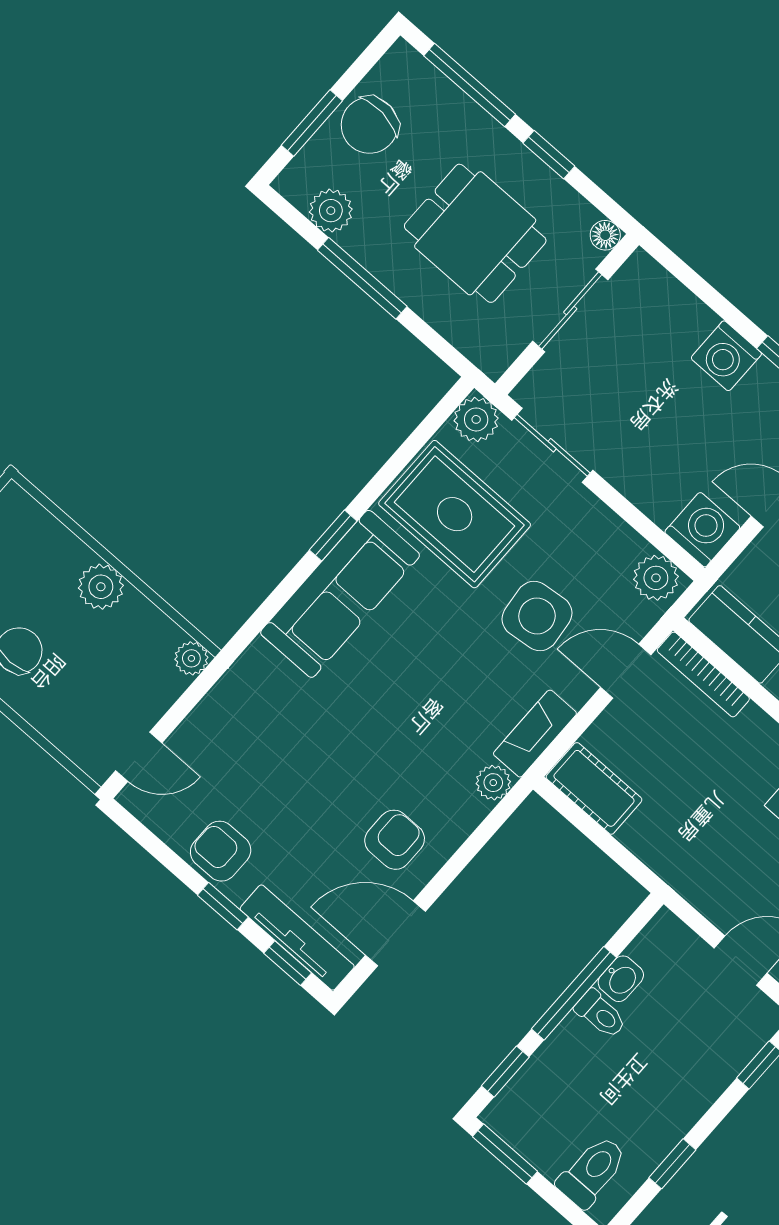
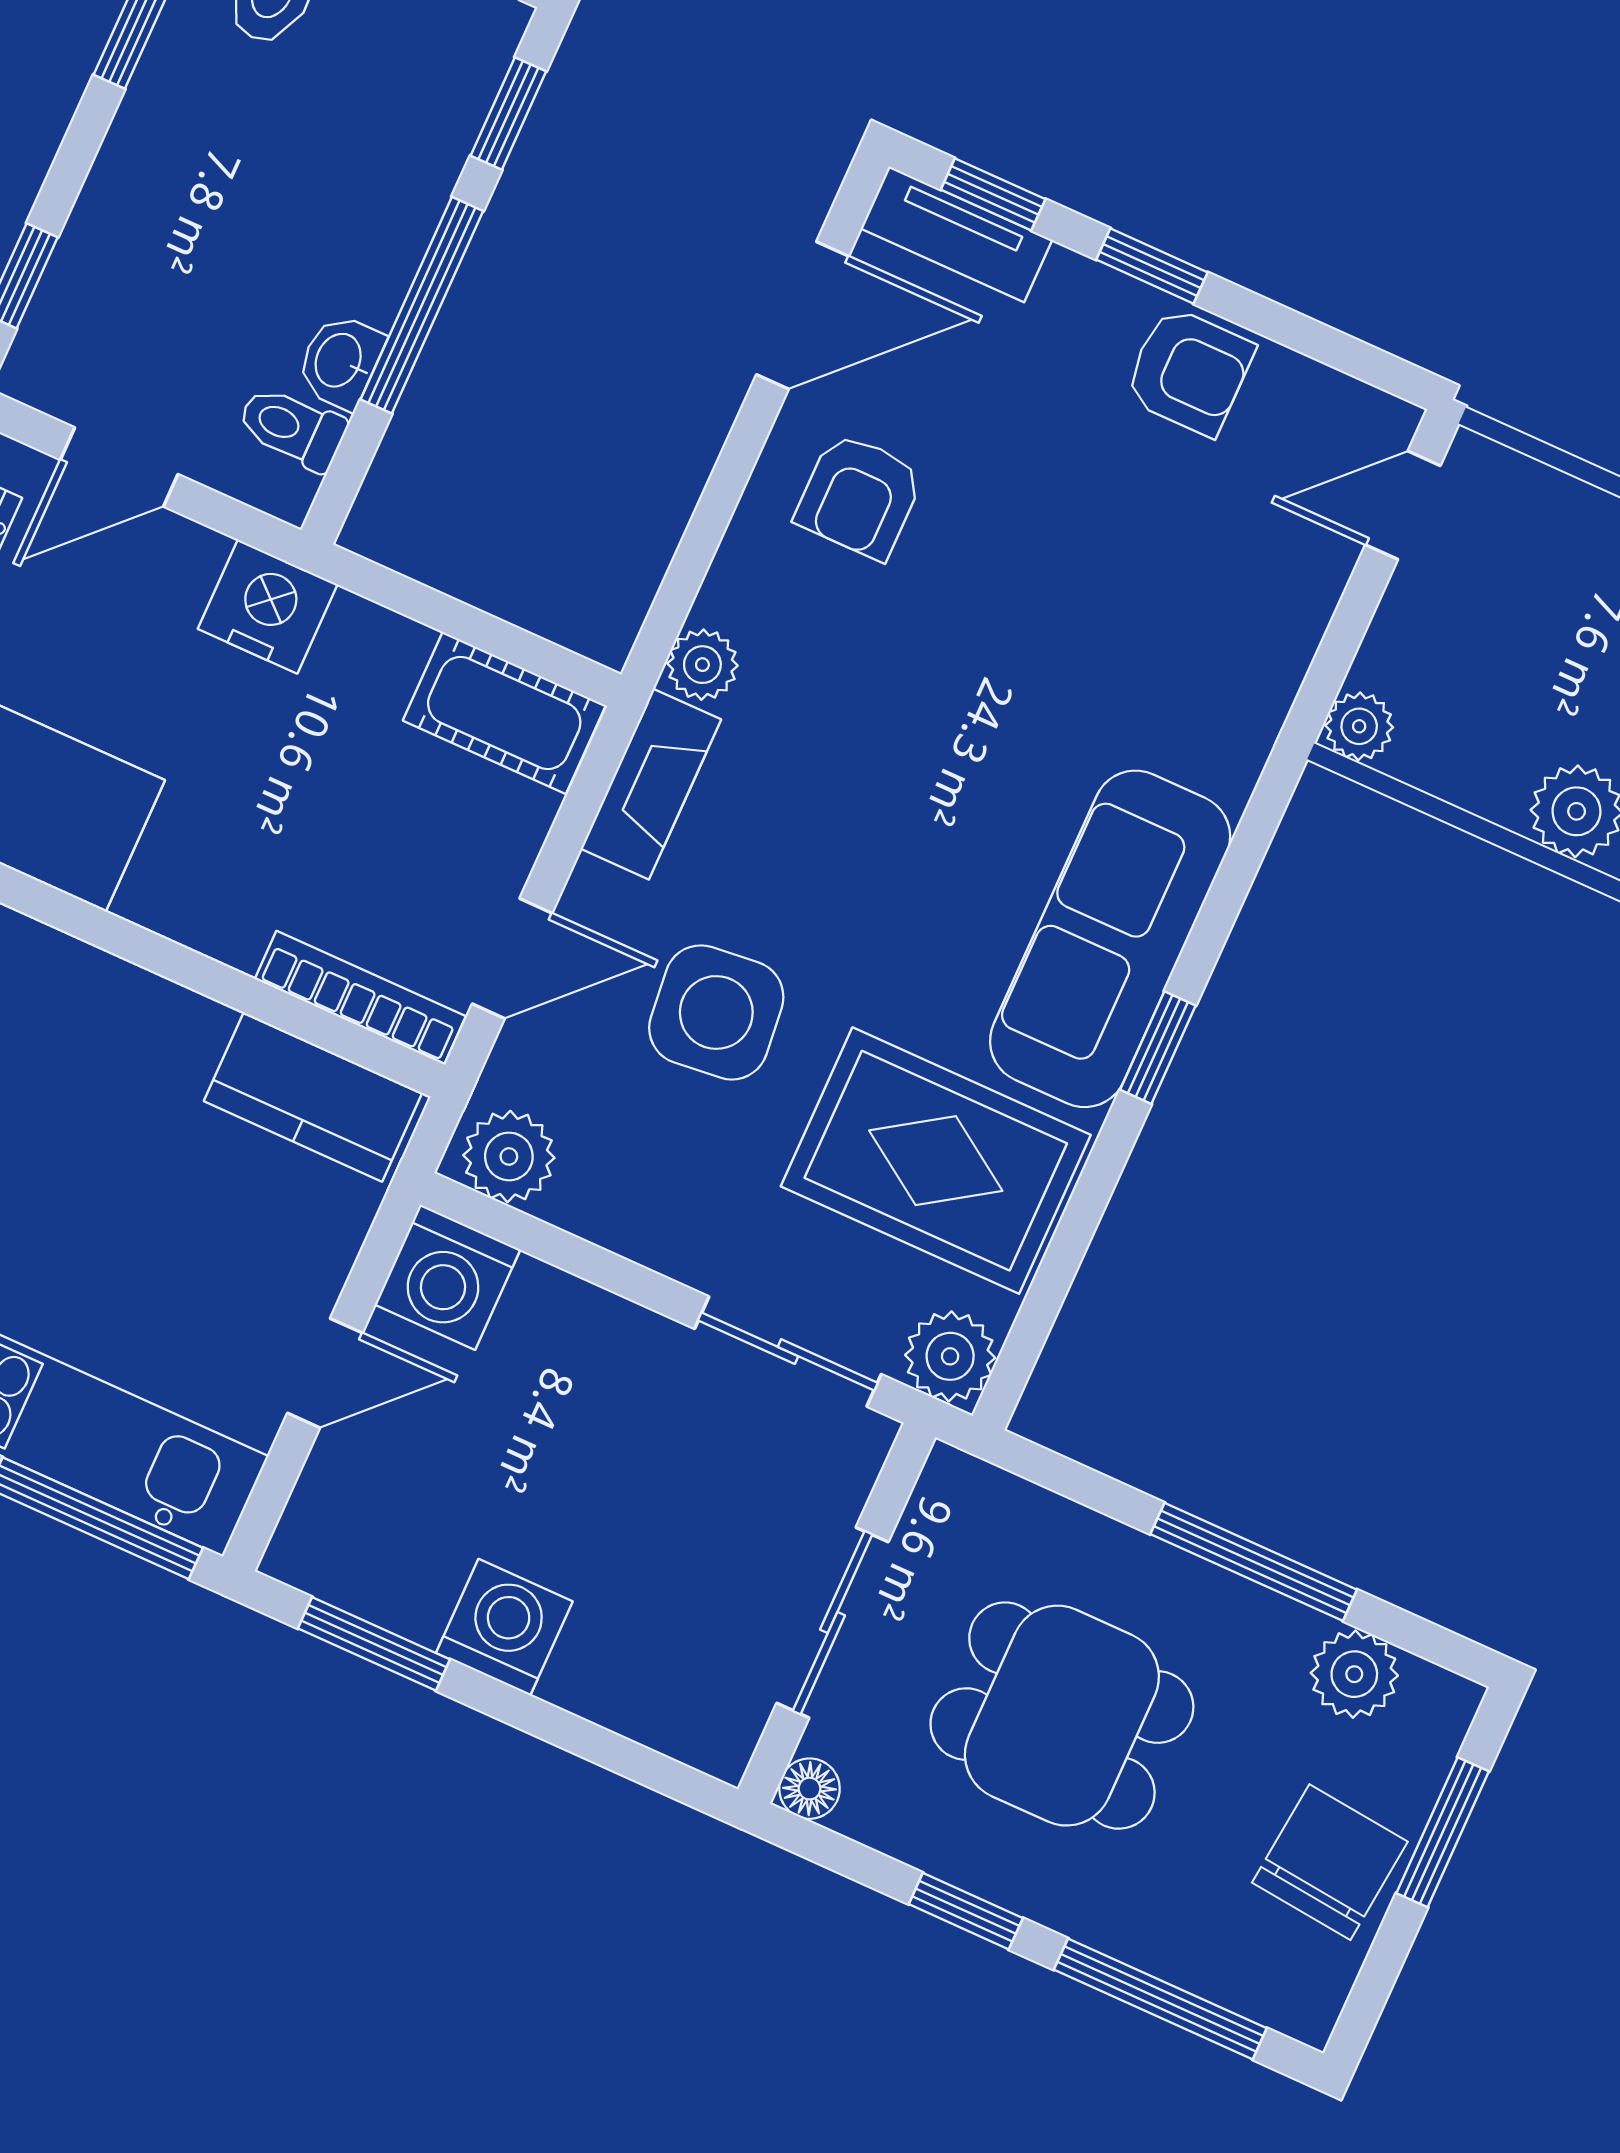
nightstand: (691, 873) -> (268, 607), added
tv unit: (297, 938) -> (956, 234), width x0.71
toilet: (601, 1014) -> (292, 428), moved

